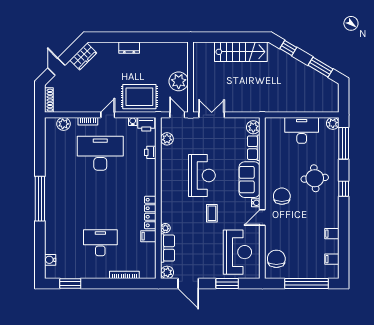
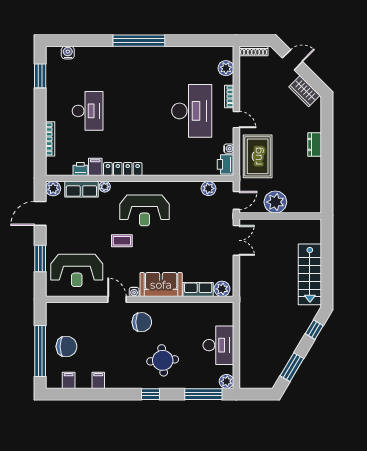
printer: (150, 152) -> (80, 169), moved
reception desk: (202, 175) -> (144, 210), moved
chair: (276, 259) -> (66, 347), moved

